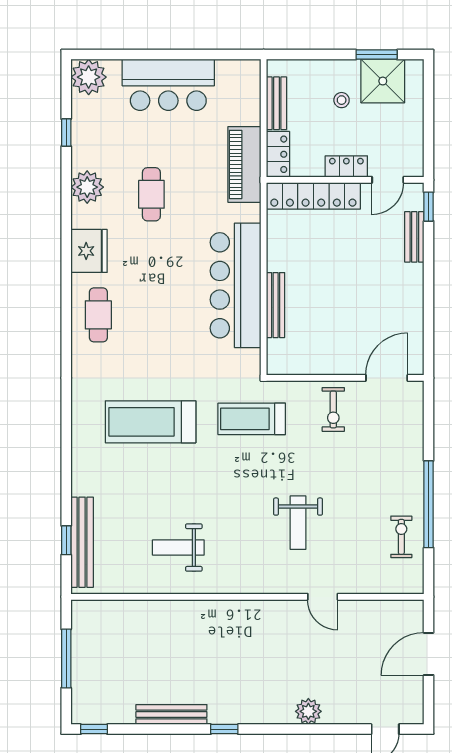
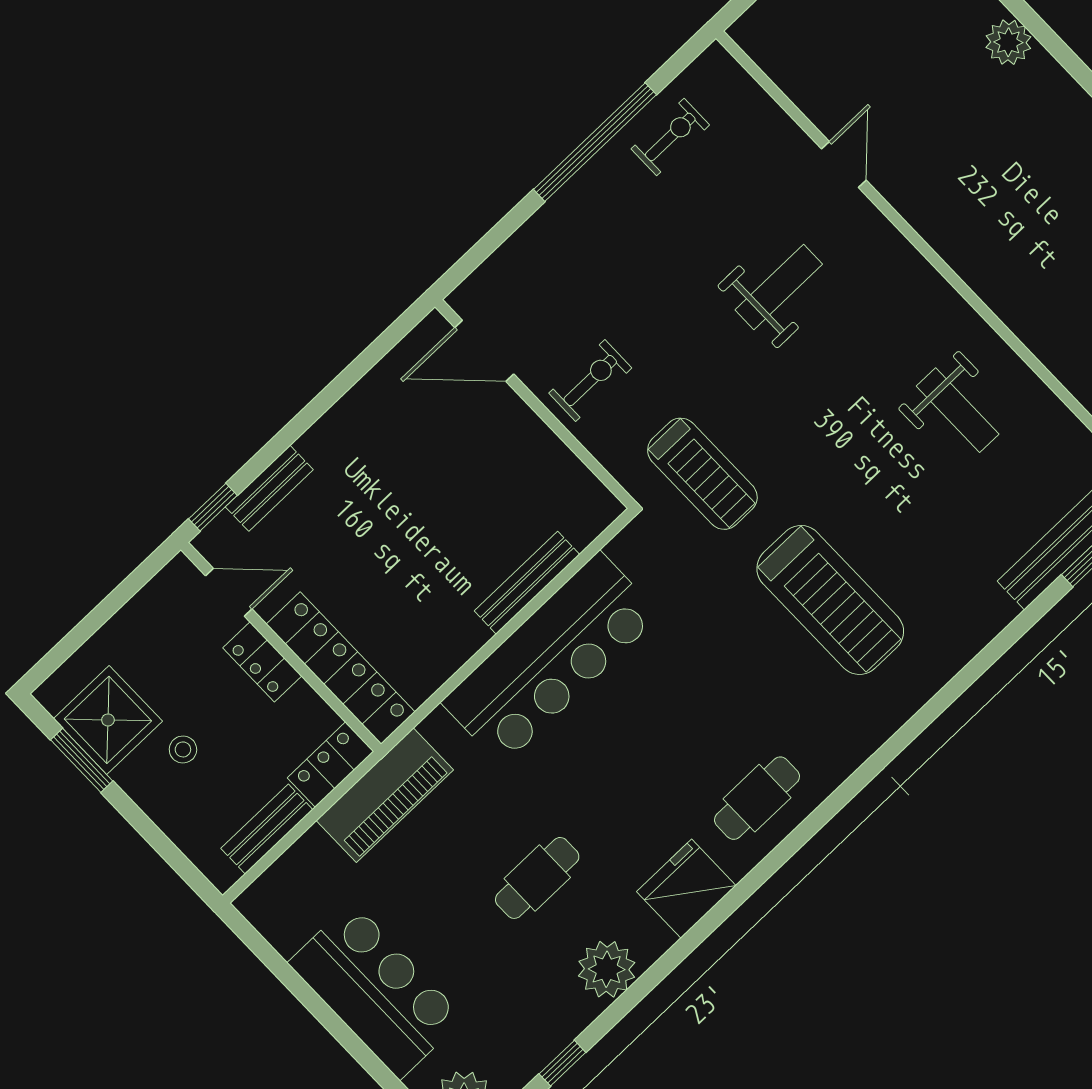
exercise bike: (401, 537) -> (670, 137), turned 180

